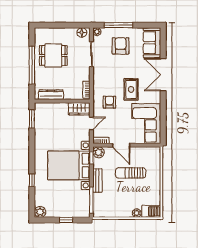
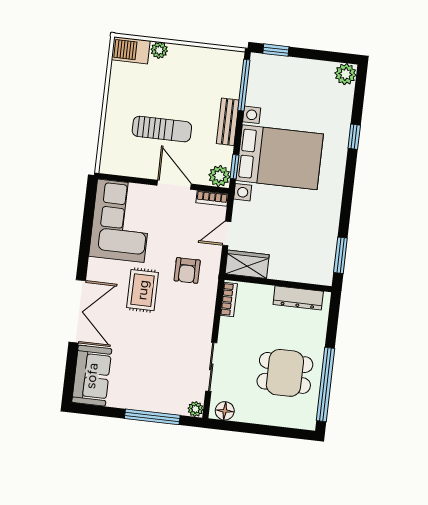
armchair: (121, 46) -> (153, 376), removed
window: (32, 65) -> (326, 384), moved
window: (66, 220) -> (276, 50), moved

